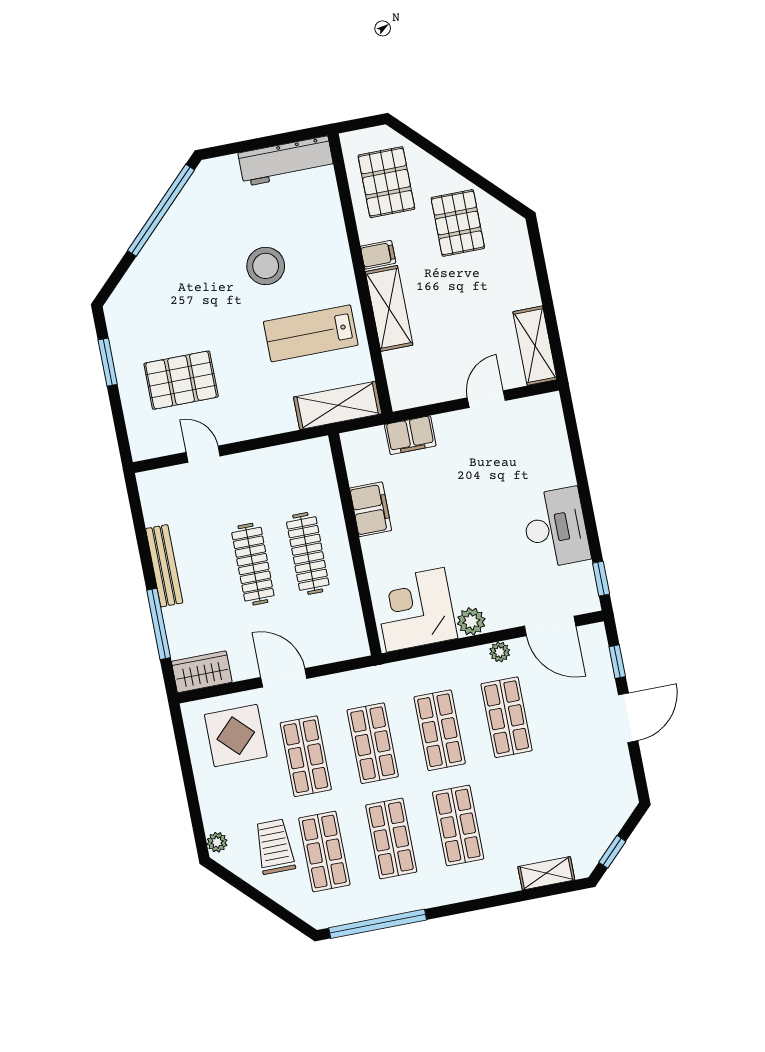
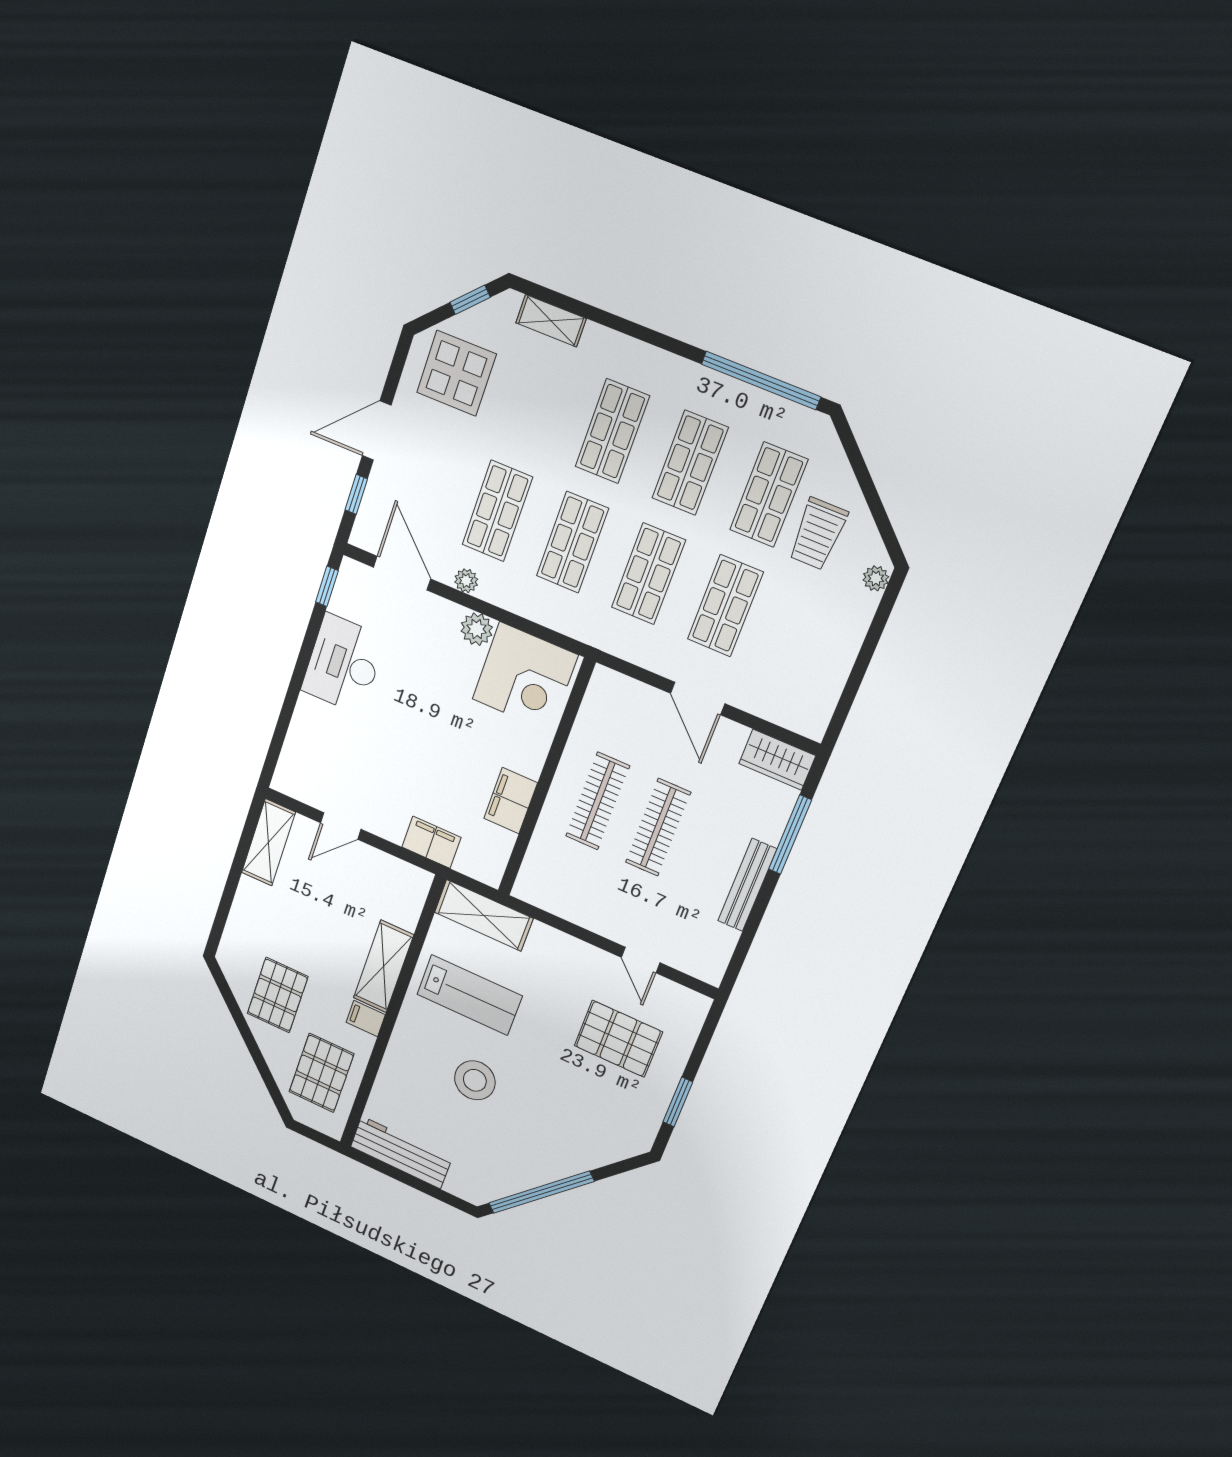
display table: (236, 736) -> (456, 373), moved

